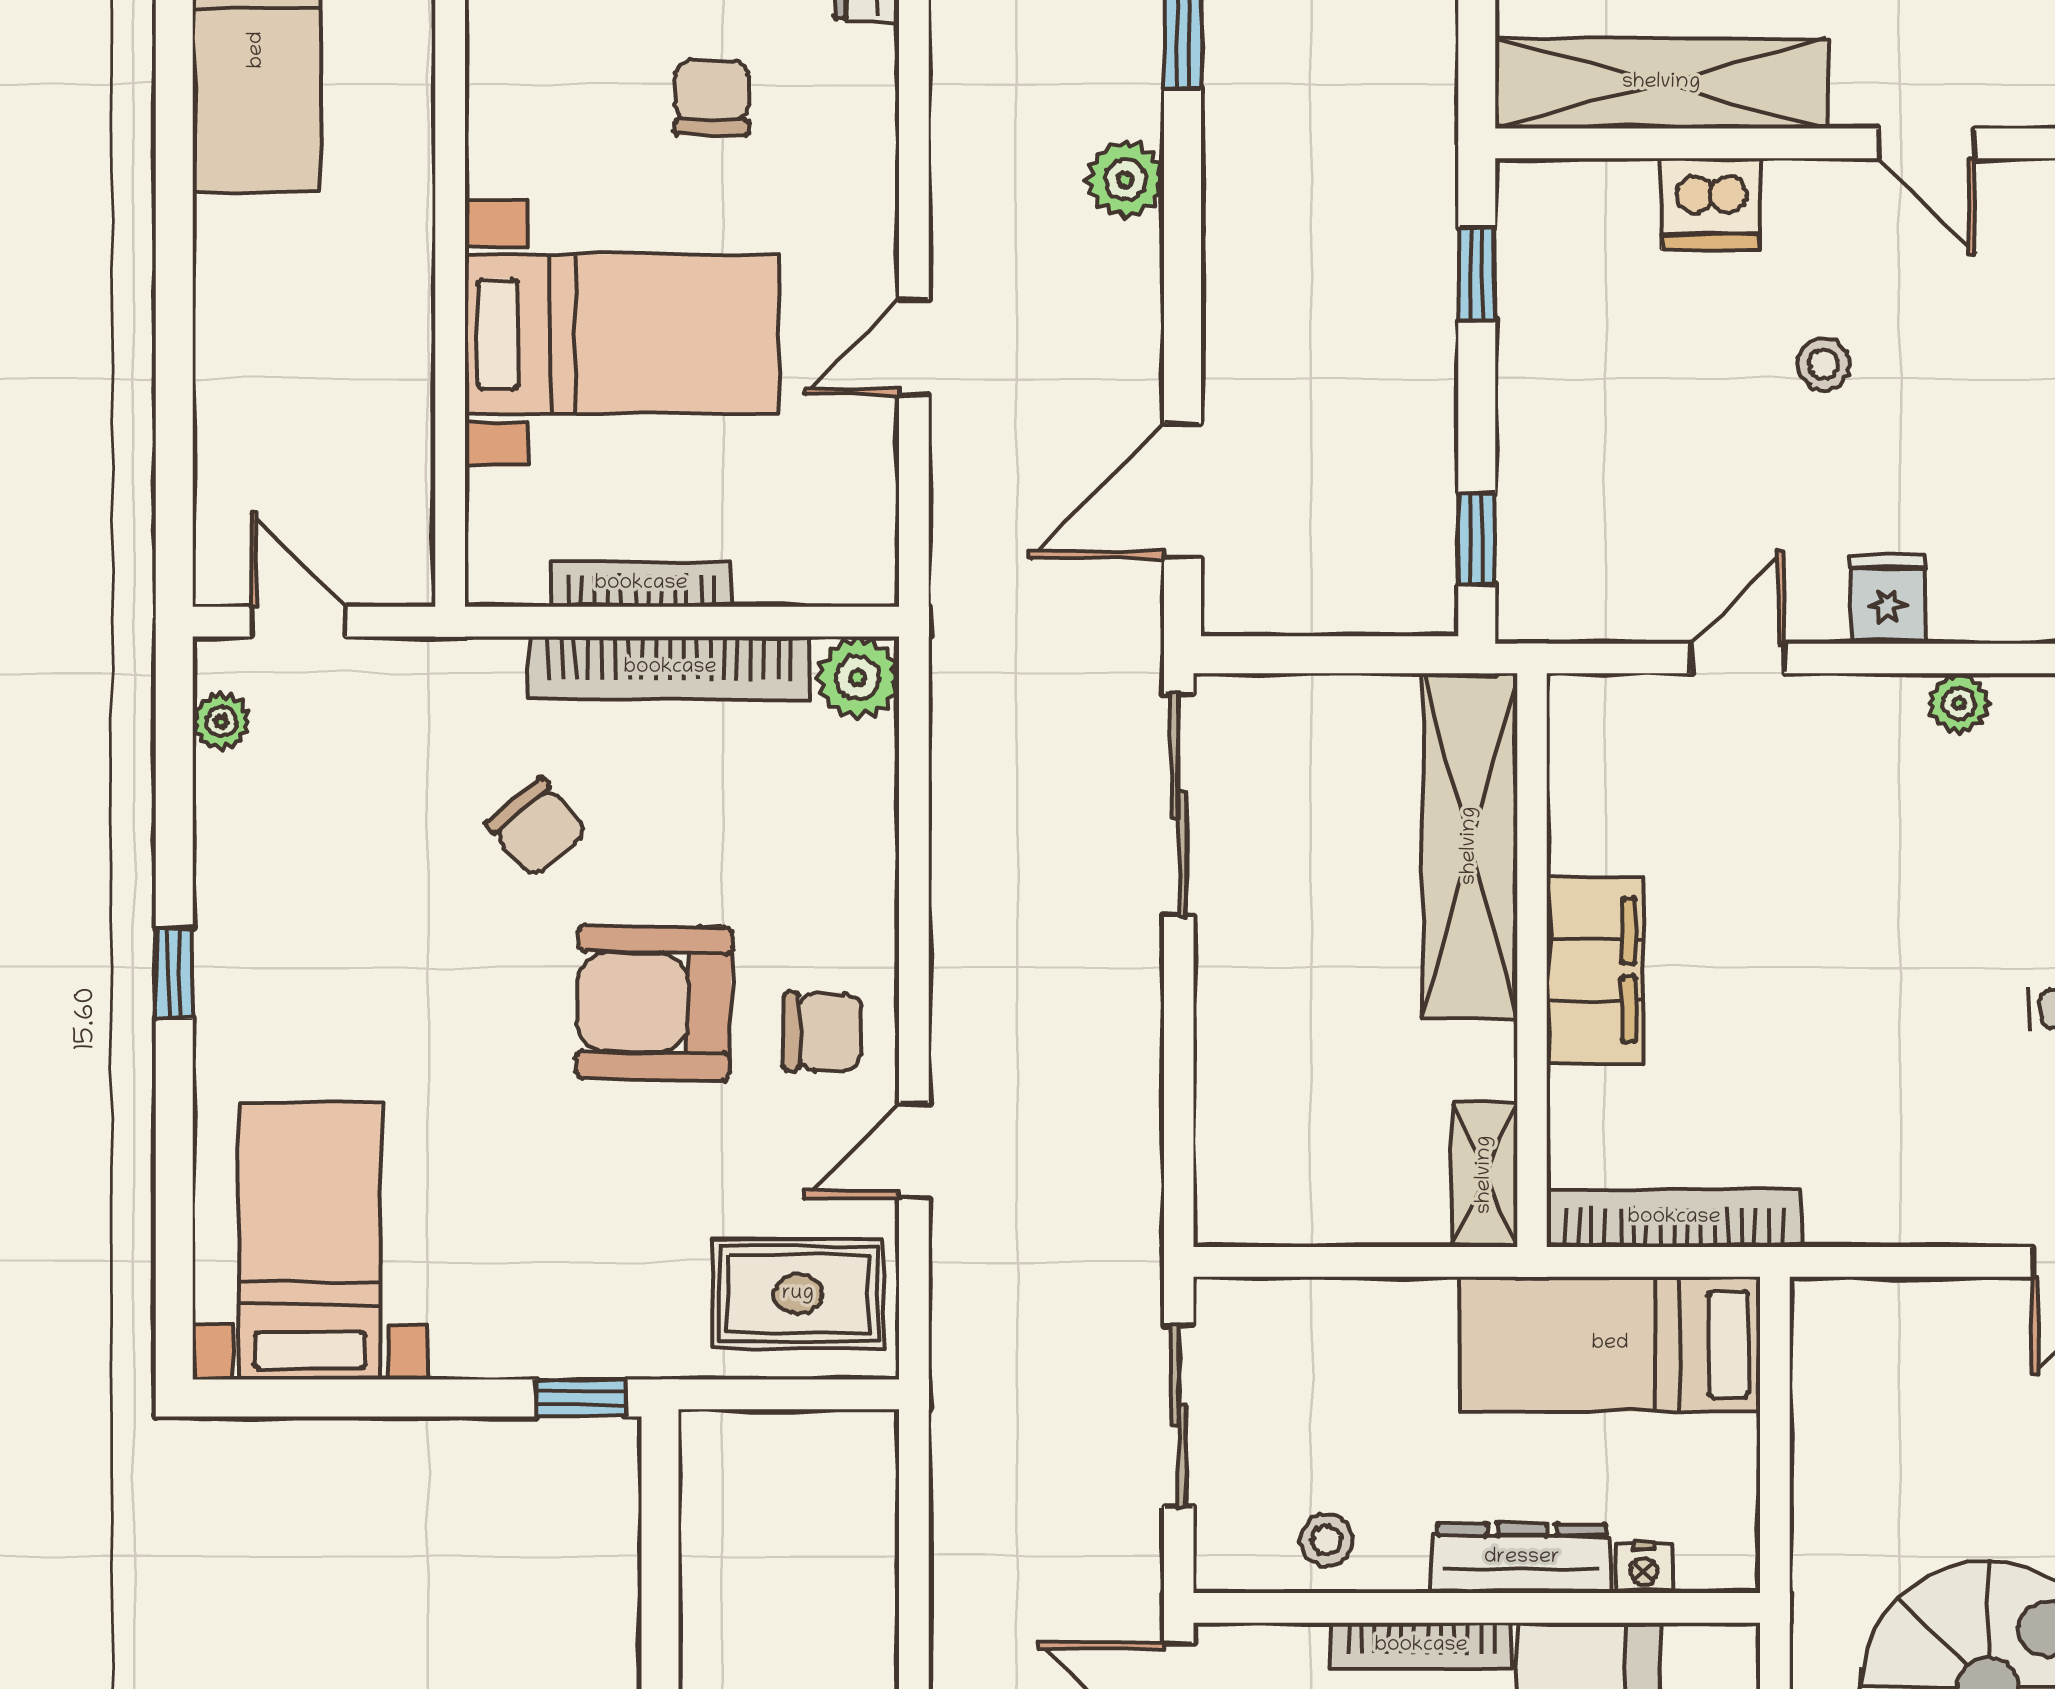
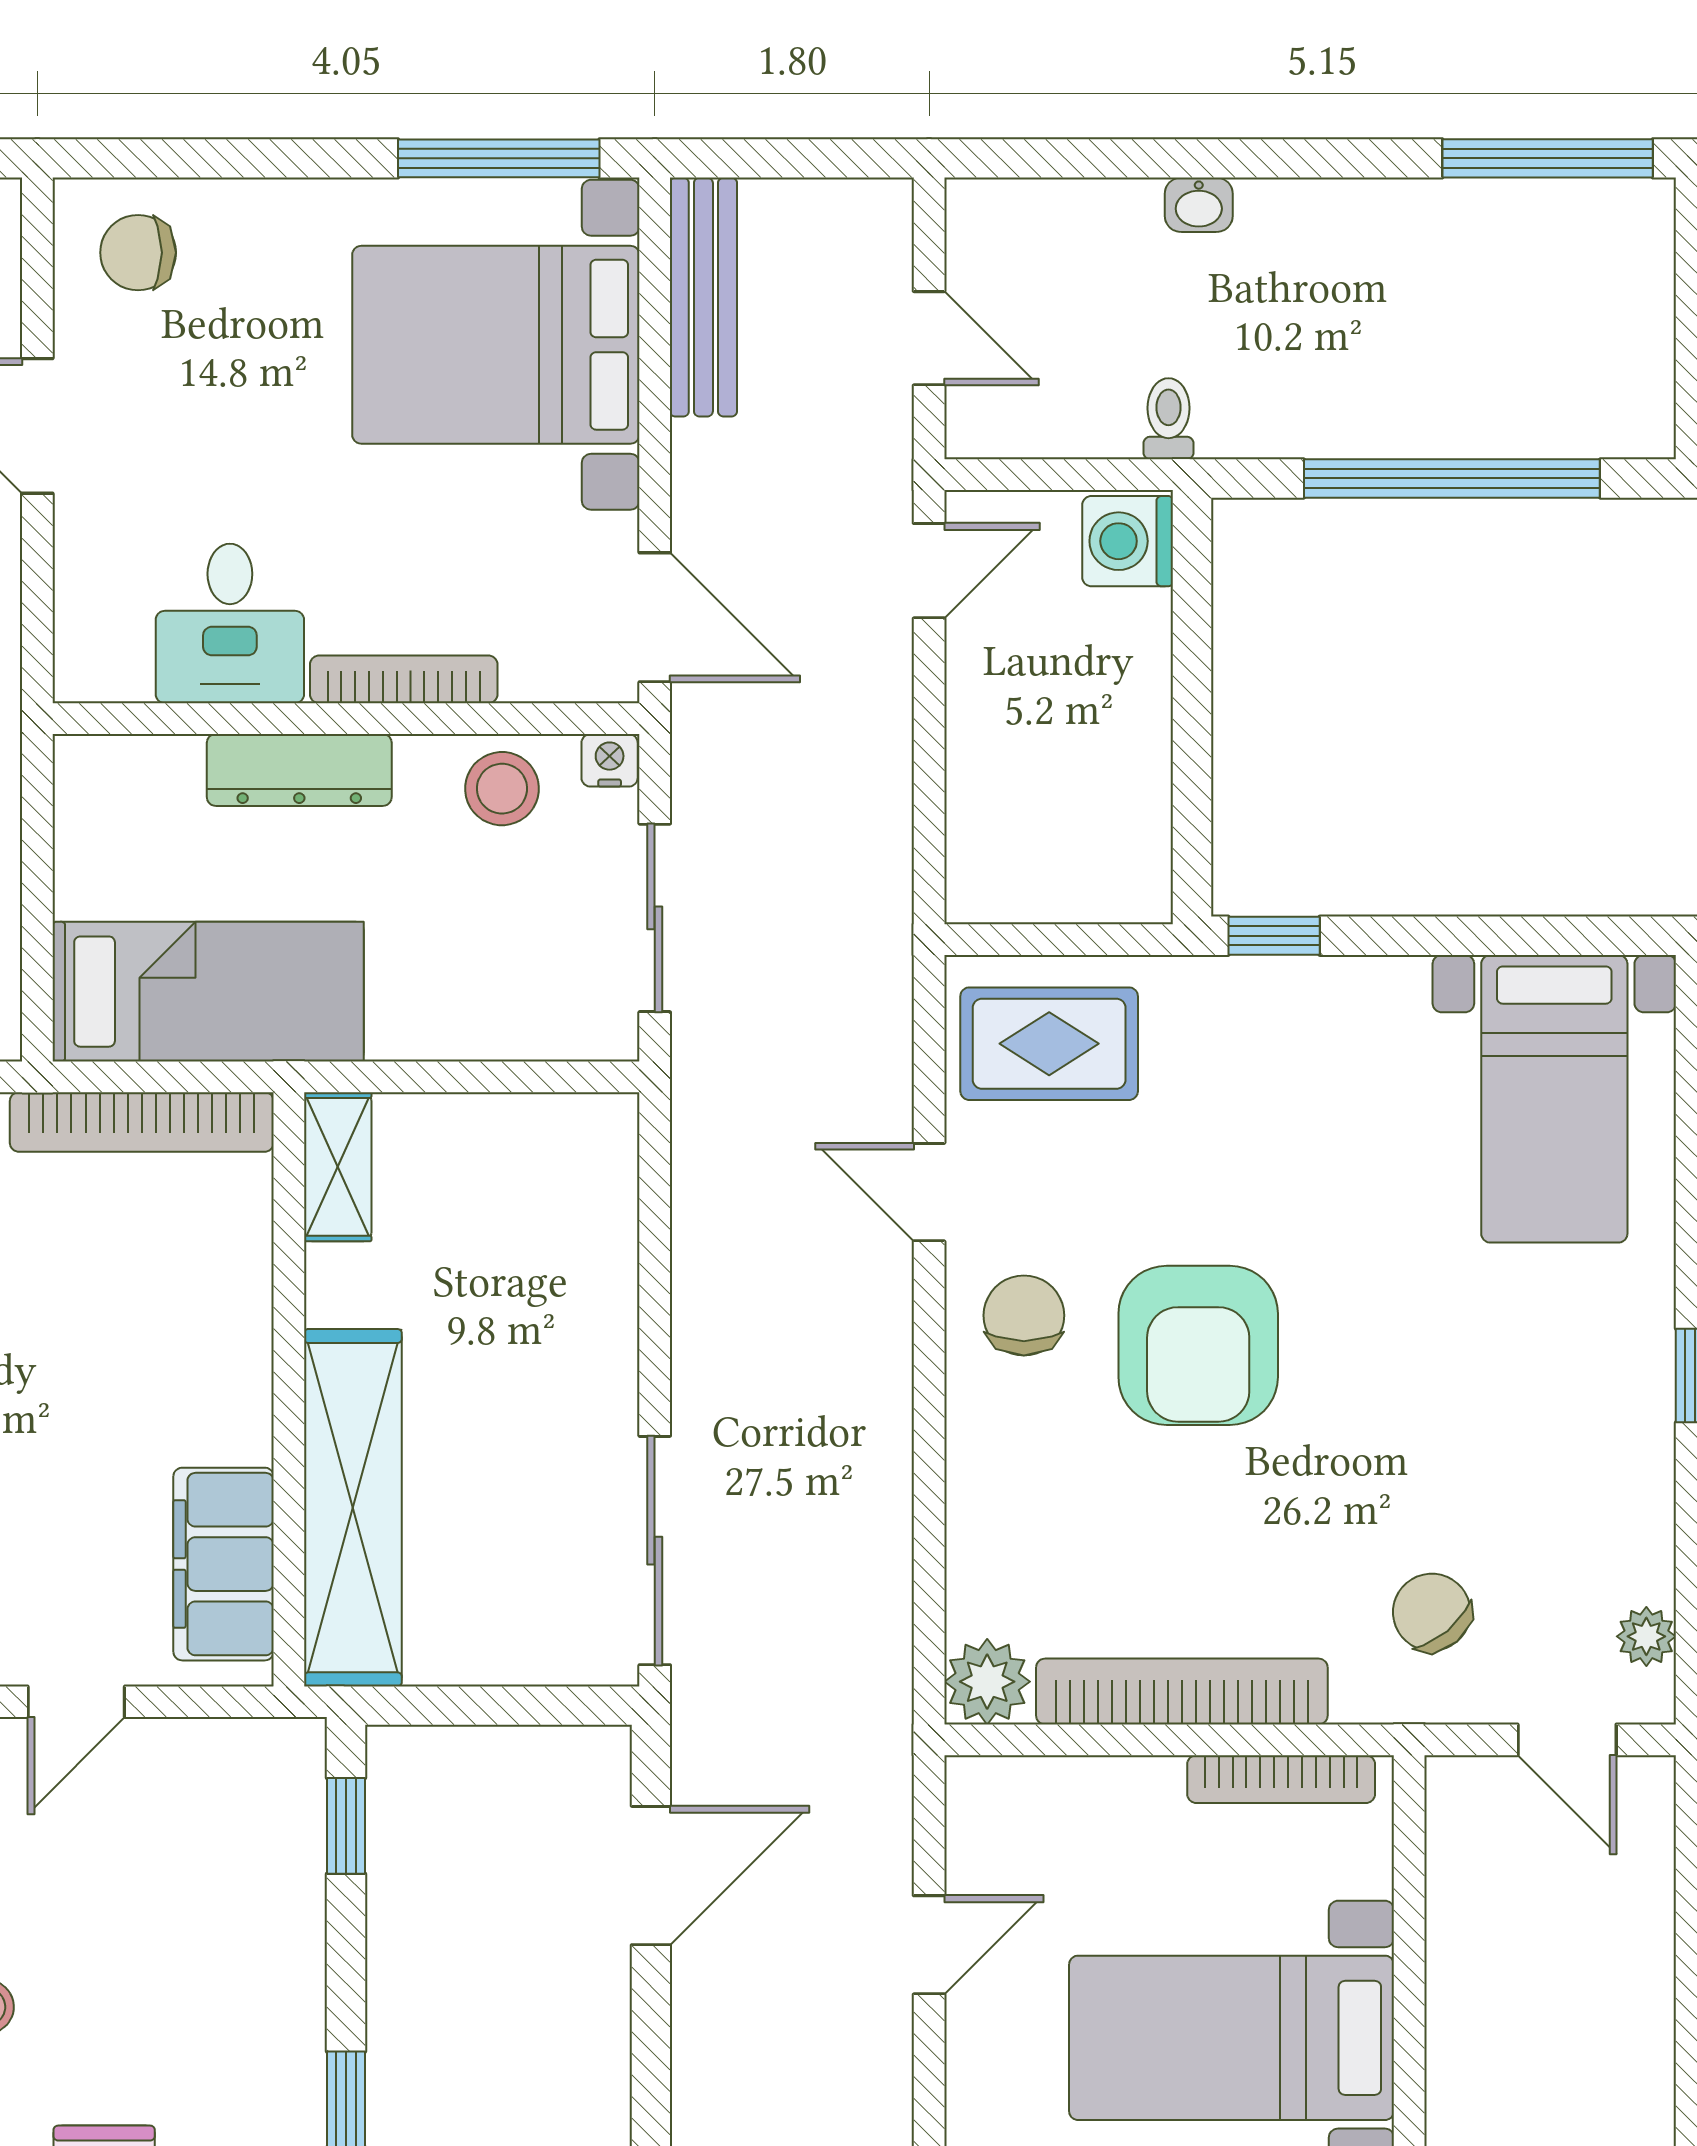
door: (914, 347) -> (929, 1945), moved
bookcase: (641, 584) -> (1281, 1779), moved
chair: (537, 828) -> (1432, 1612), moved
filing cabinet: (1595, 970) -> (224, 1564), moved
armchair: (654, 1003) -> (1198, 1345), turned 89
chair: (822, 1031) -> (1024, 1315), turned 90
door: (914, 1151) -> (929, 1192), swing flipped
stool: (1326, 1540) -> (502, 789), width x1.37, depth x1.37
nightstand: (1644, 1568) -> (610, 760), moved

